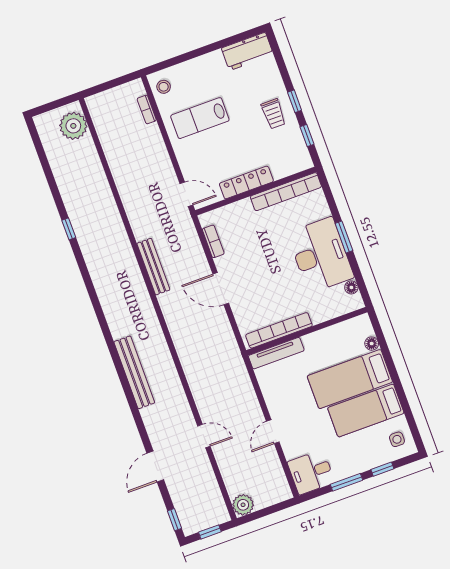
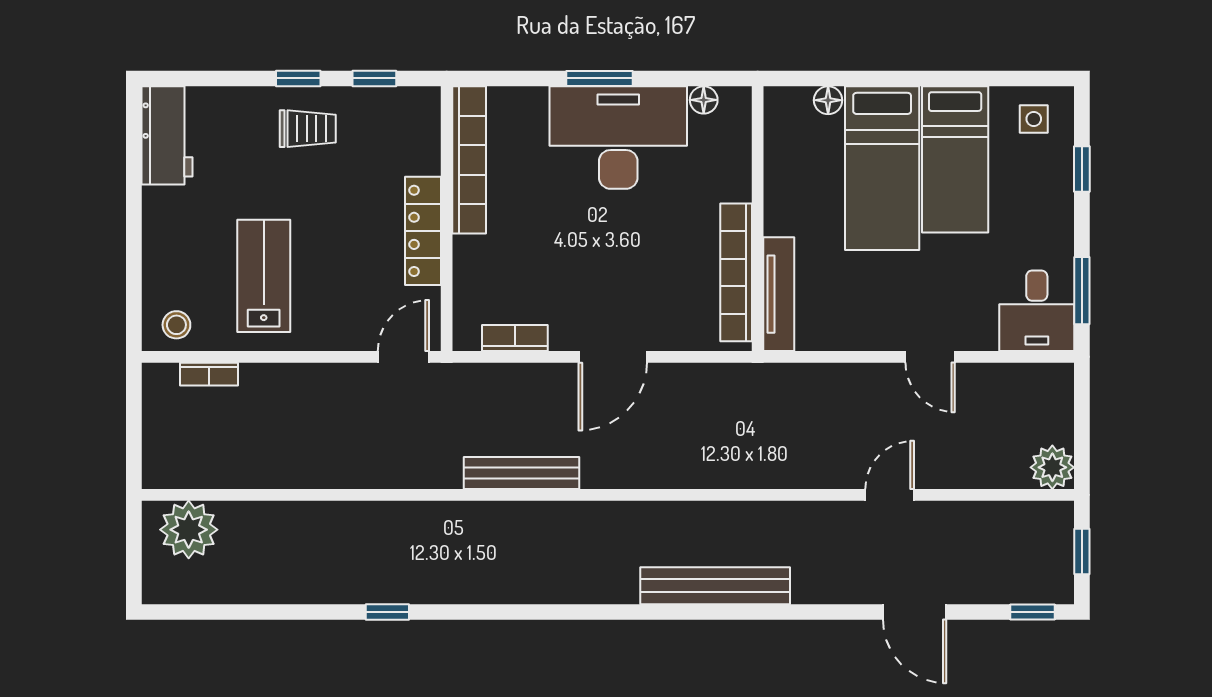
lab bench: (200, 118) -> (264, 276), turned 180
window: (346, 482) -> (1082, 291), moved

